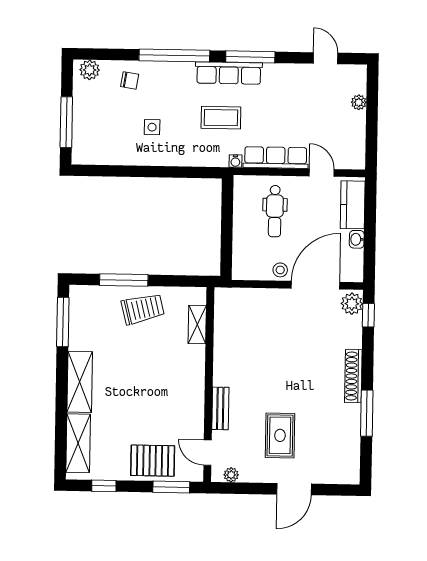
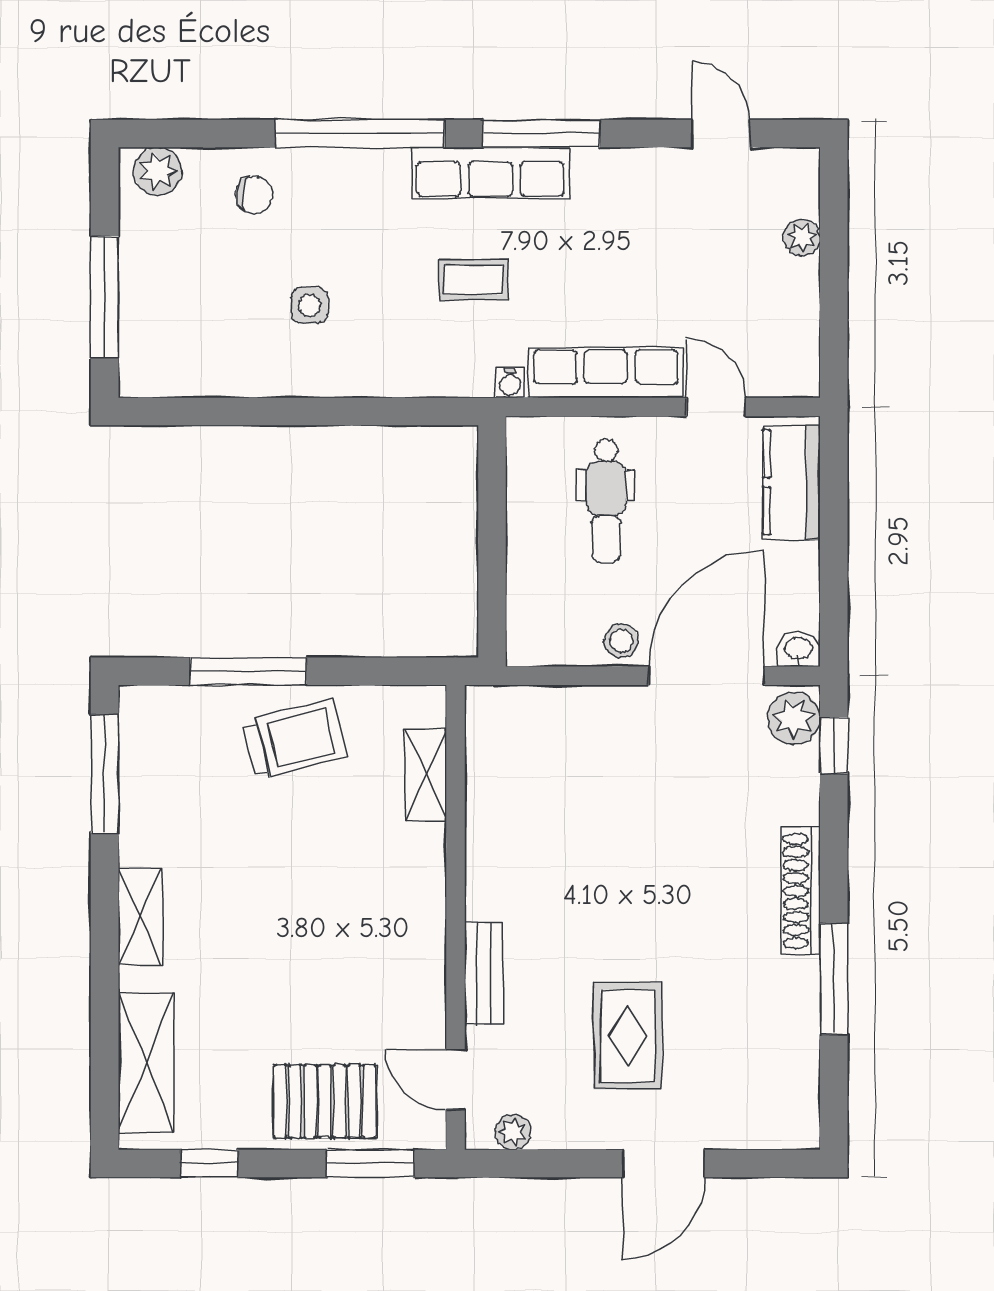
coffee table: (221, 118) -> (474, 280), width x0.73, depth x0.77
washbasin: (357, 239) -> (799, 649), moved, turned 90
shelving: (80, 382) -> (140, 917), width x0.67, depth x0.75

